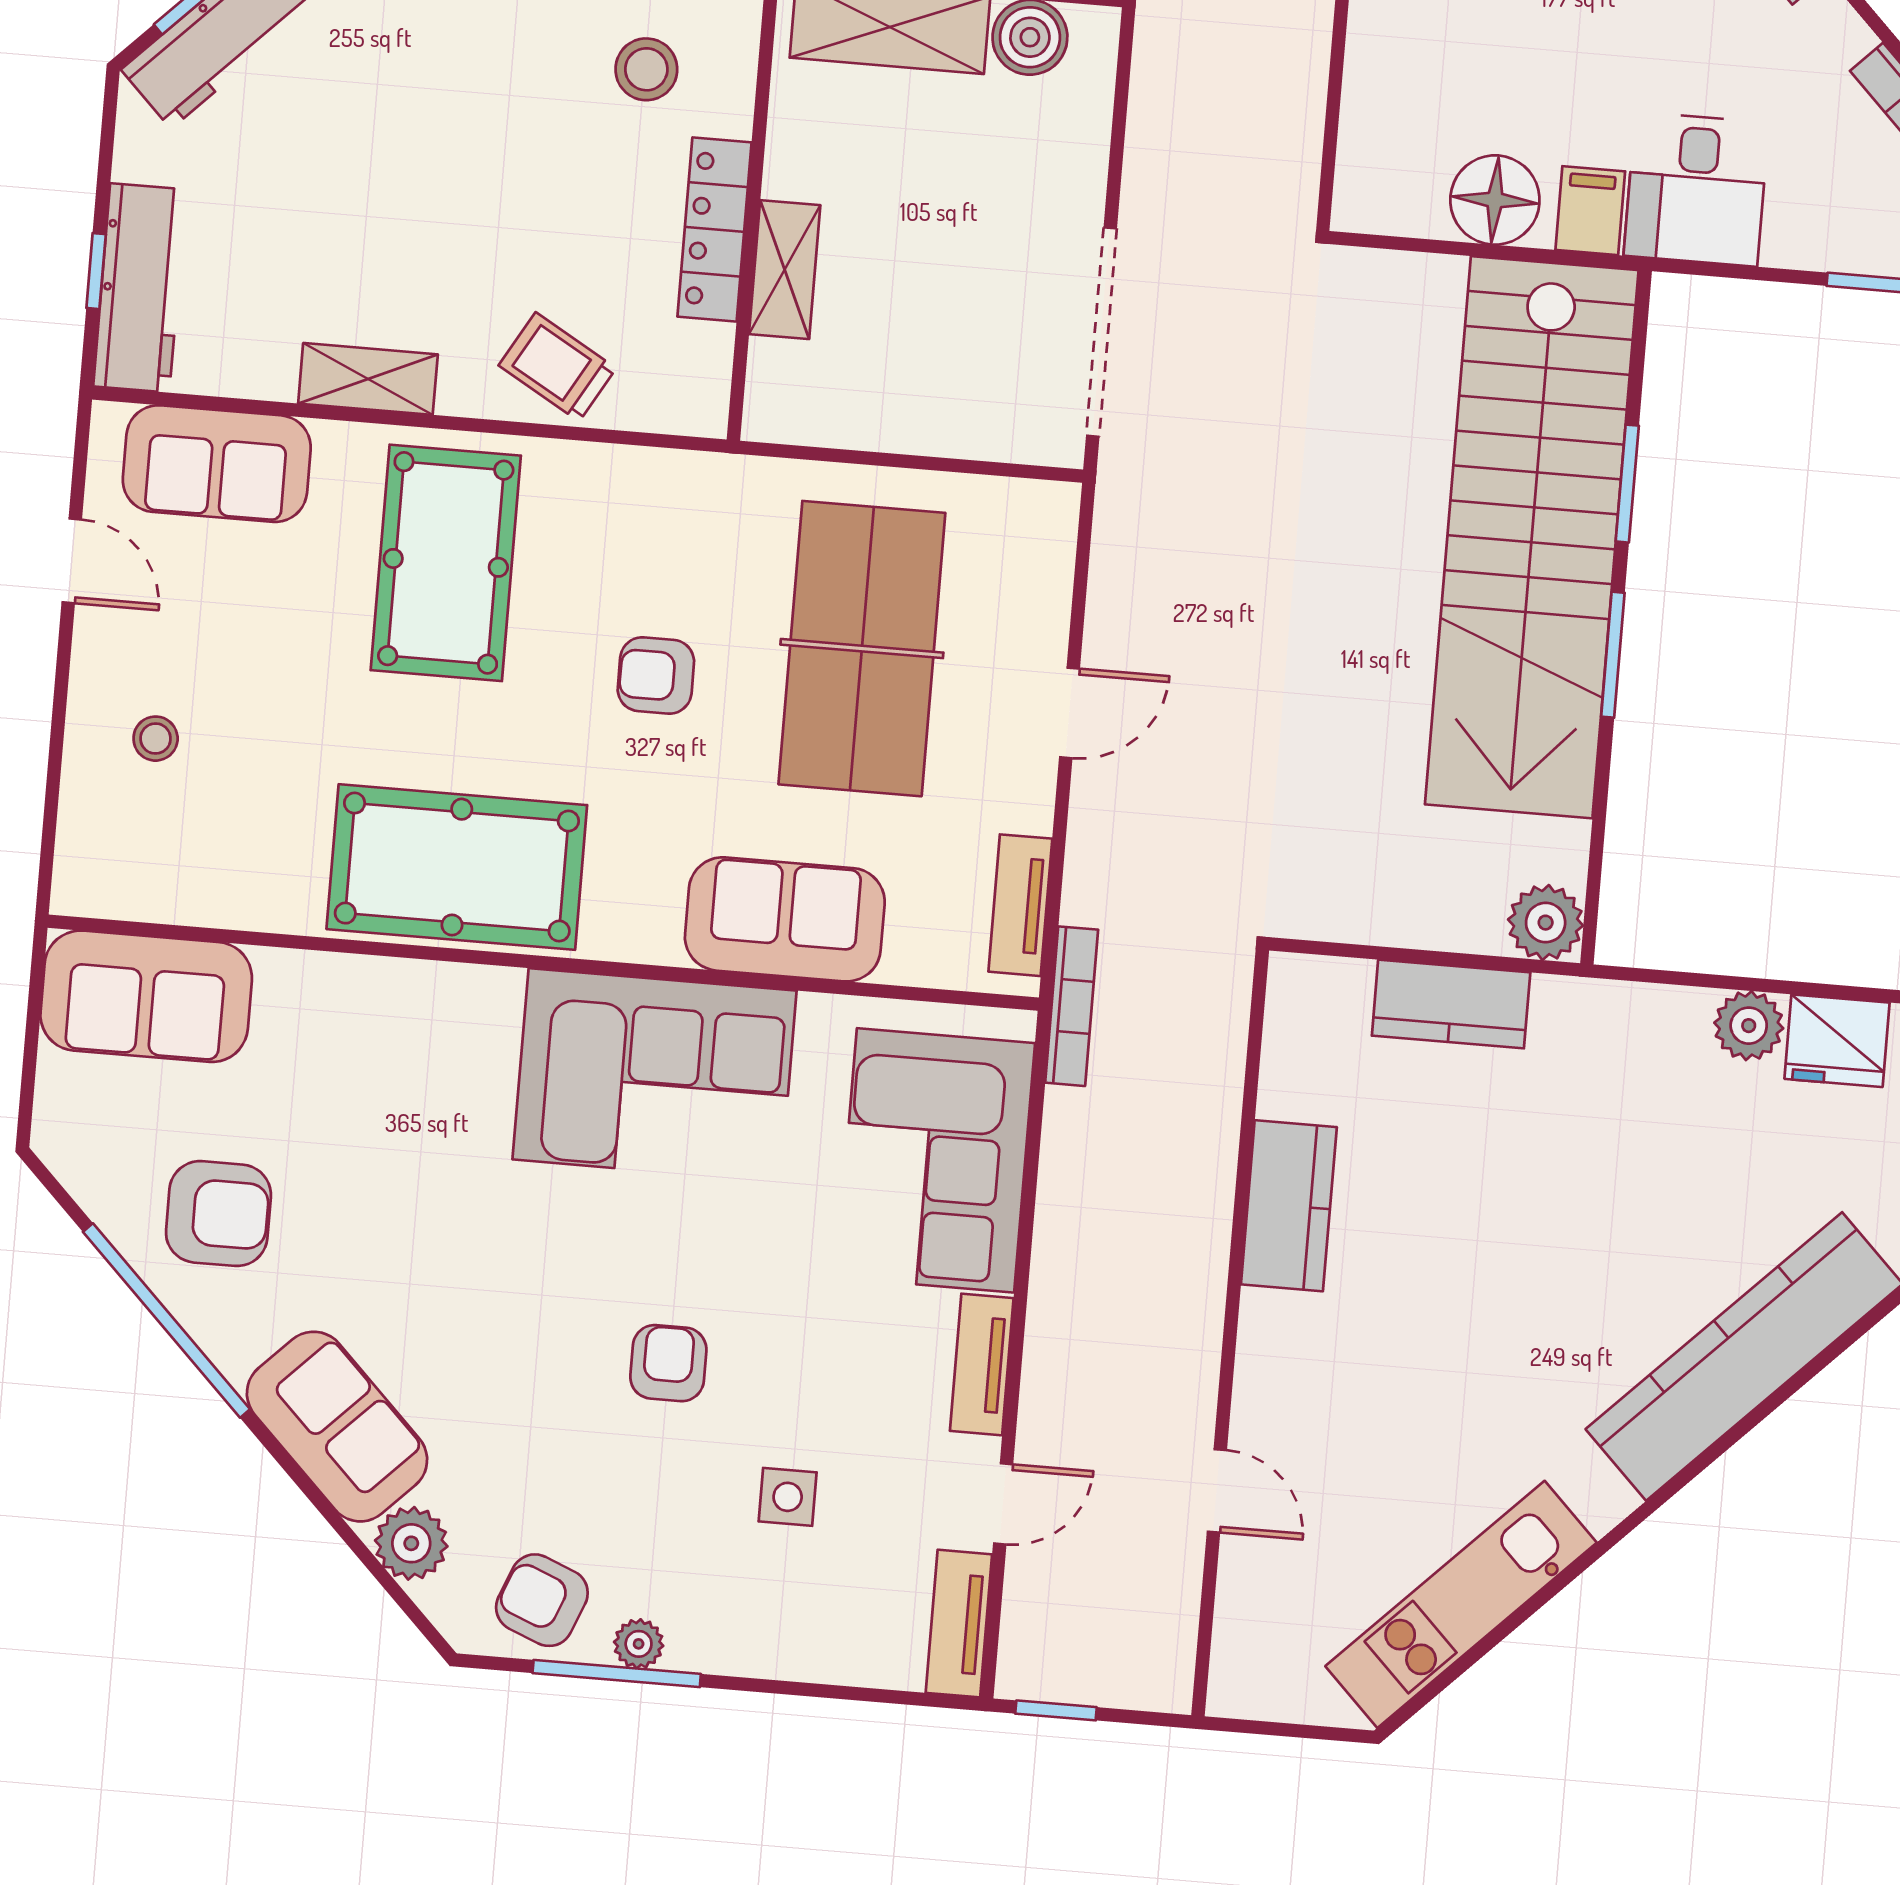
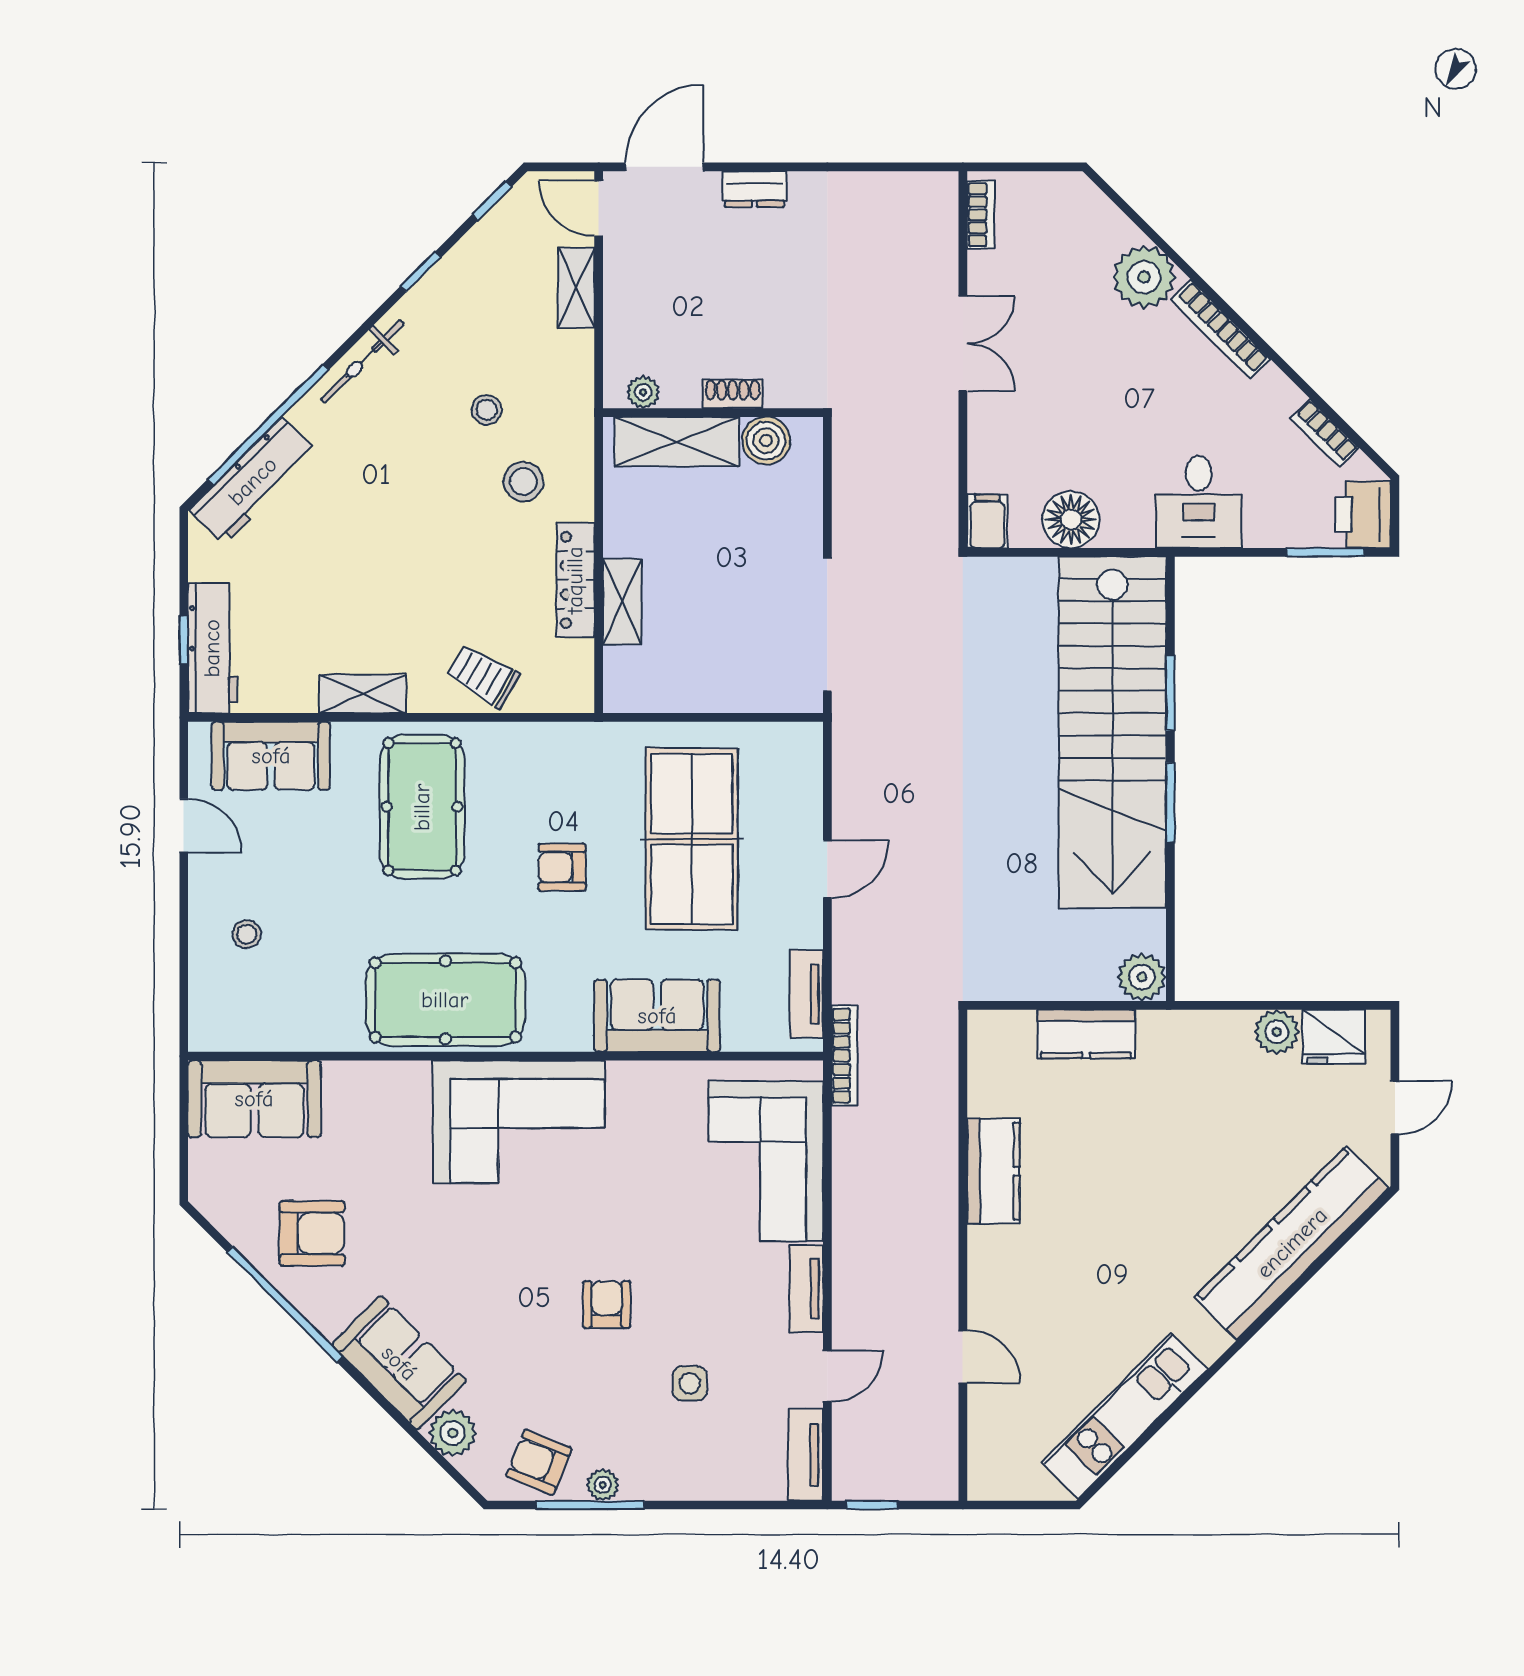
filing cabinet: (1590, 211) -> (987, 521), moved
corner sofa: (655, 1075) -> (519, 1122), moved

